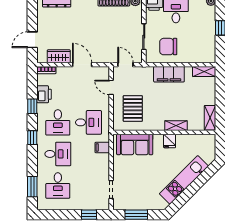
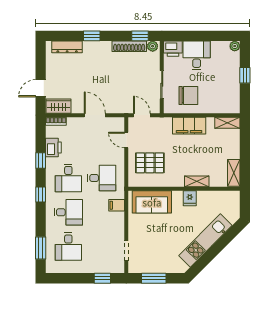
chair: (168, 47) -> (188, 96), turned 180
wardrobe: (59, 56) -> (58, 106), moved
pallet: (133, 108) -> (150, 163), turned 90

